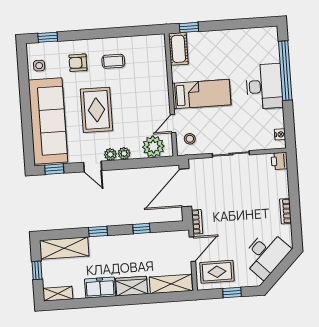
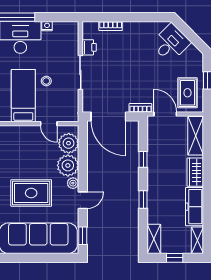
nightstand: (280, 134) -> (47, 26), moved
stool: (190, 139) -> (46, 81), moved
plant: (124, 153) -> (68, 165), width x1.87, depth x1.87
printer: (279, 161) -> (89, 47), moved, turned -90
bookcase: (286, 211) -> (111, 26), moved
shelving: (64, 248) -> (154, 239), width x0.67, depth x0.75
desk: (266, 254) -> (171, 43), width x0.73
freezer: (100, 288) -> (195, 207), width x1.40

